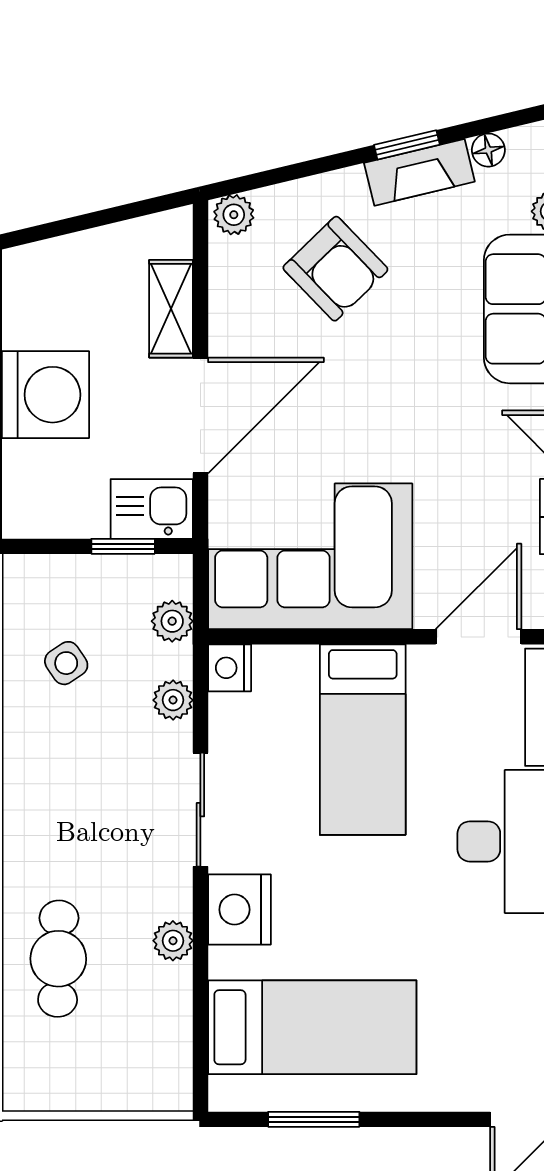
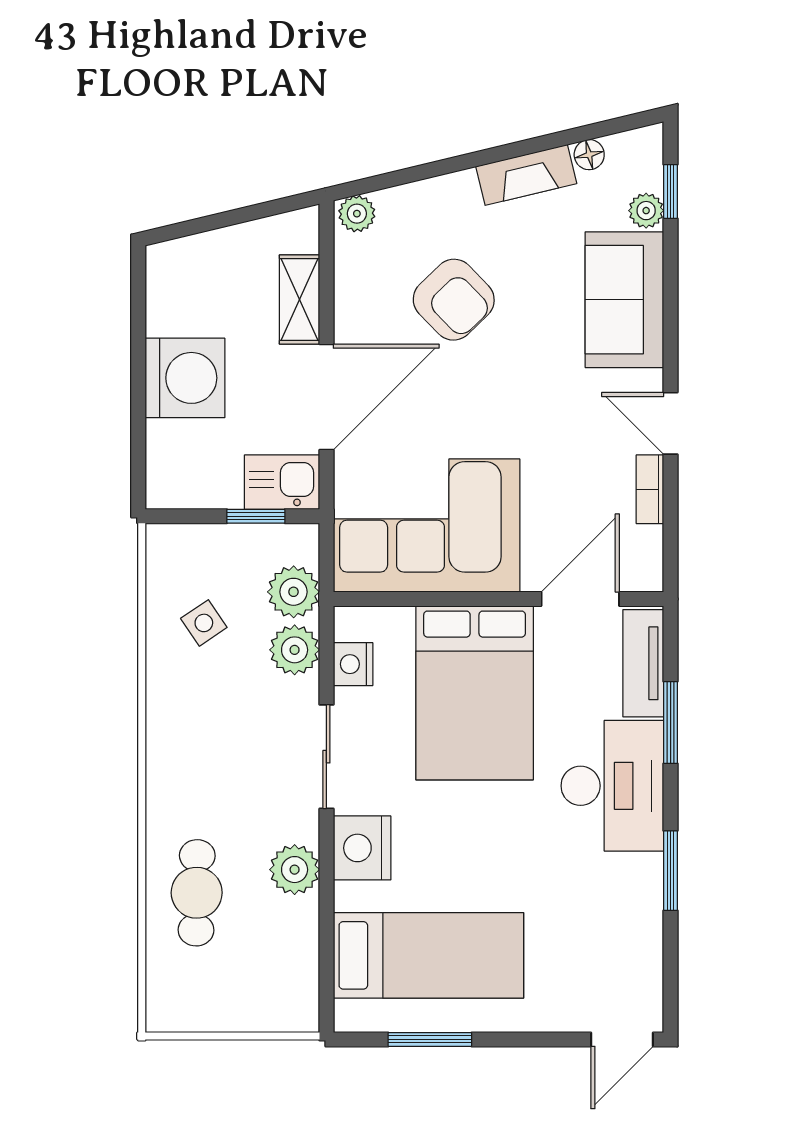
window: (407, 145) -> (515, 150), removed
armchair: (335, 269) -> (454, 300), moved
plant: (172, 621) -> (294, 592), width x1.38, depth x1.38
nightstand: (230, 668) -> (353, 664), moved
plant: (173, 700) -> (295, 650), width x1.38, depth x1.38
bed: (363, 740) -> (475, 693), width x1.50
plant: (173, 941) -> (295, 870), width x1.38, depth x1.38

